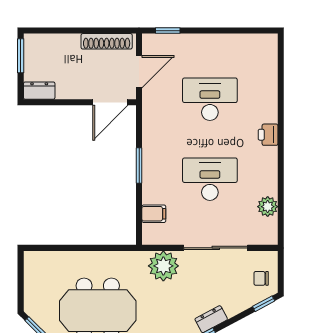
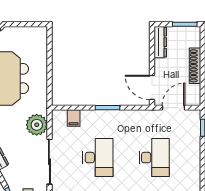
shoe rack: (107, 41) -> (195, 66), moved
door: (139, 72) -> (173, 108), swing flipped
dresser: (39, 91) -> (160, 42), width x1.44

